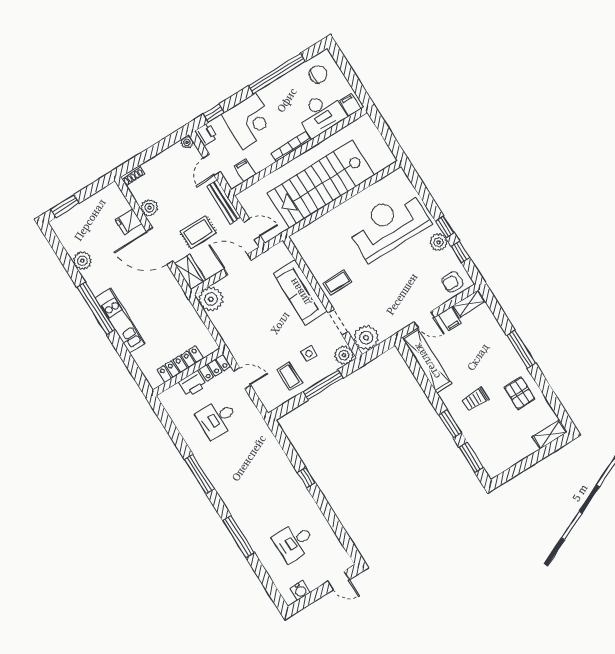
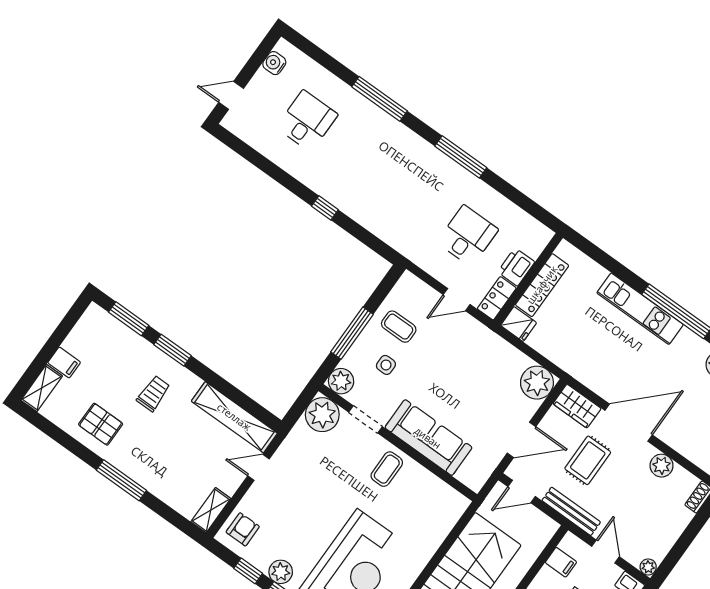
fridge: (129, 222) -> (519, 324), moved, turned 90
filing cabinet: (450, 319) -> (64, 363), moved, turned 180

